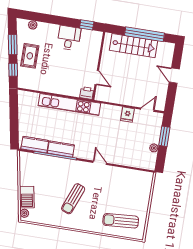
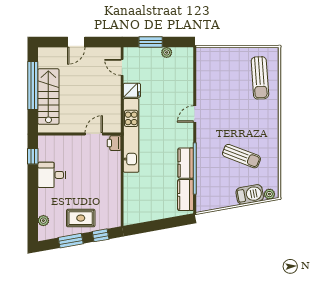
kitchen unit: (69, 105) -> (131, 135), moved
sun lounger: (73, 199) -> (241, 156), moved

